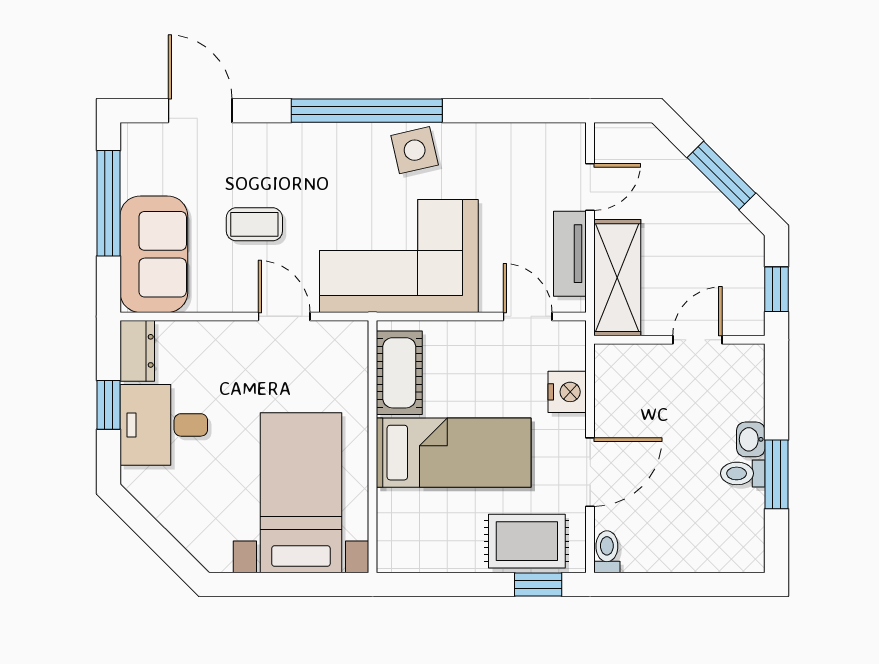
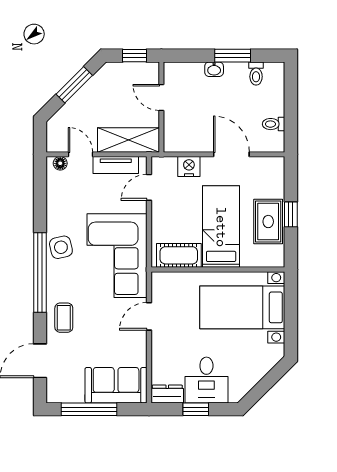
floor lamp: (573, 149) -> (60, 163), added
coffee table: (254, 224) -> (64, 318), moved
toilet: (743, 473) -> (256, 74), moved
rug: (527, 541) -> (268, 222), moved
toilet: (607, 552) -> (274, 124), moved
window: (538, 584) -> (291, 214), moved

